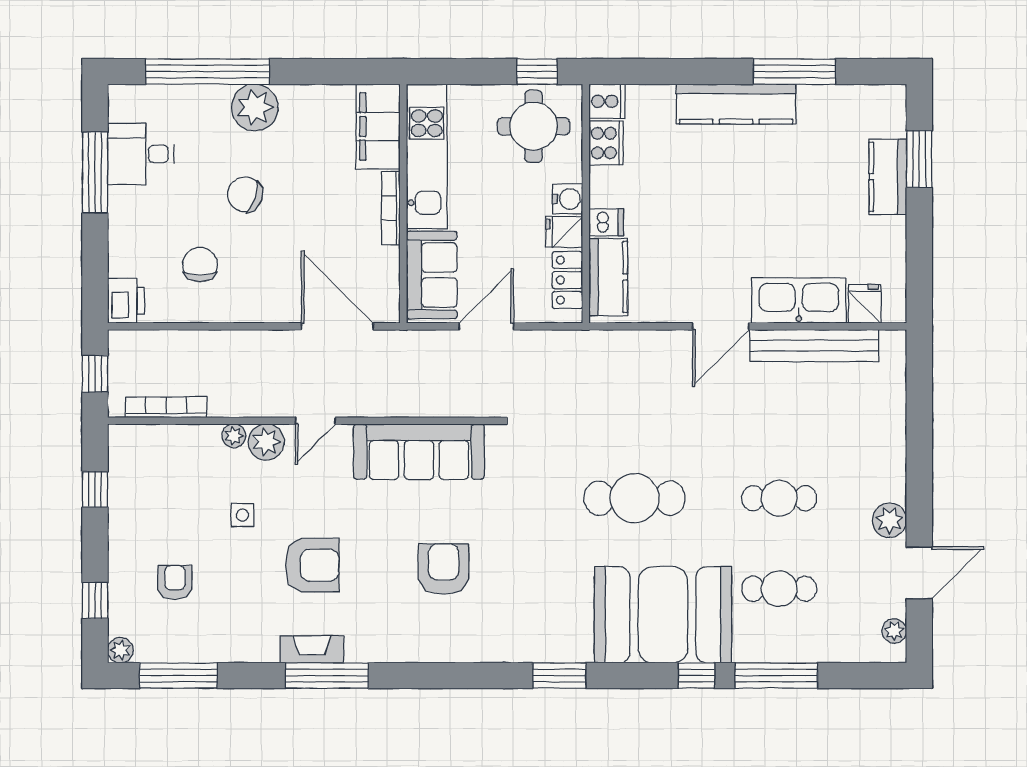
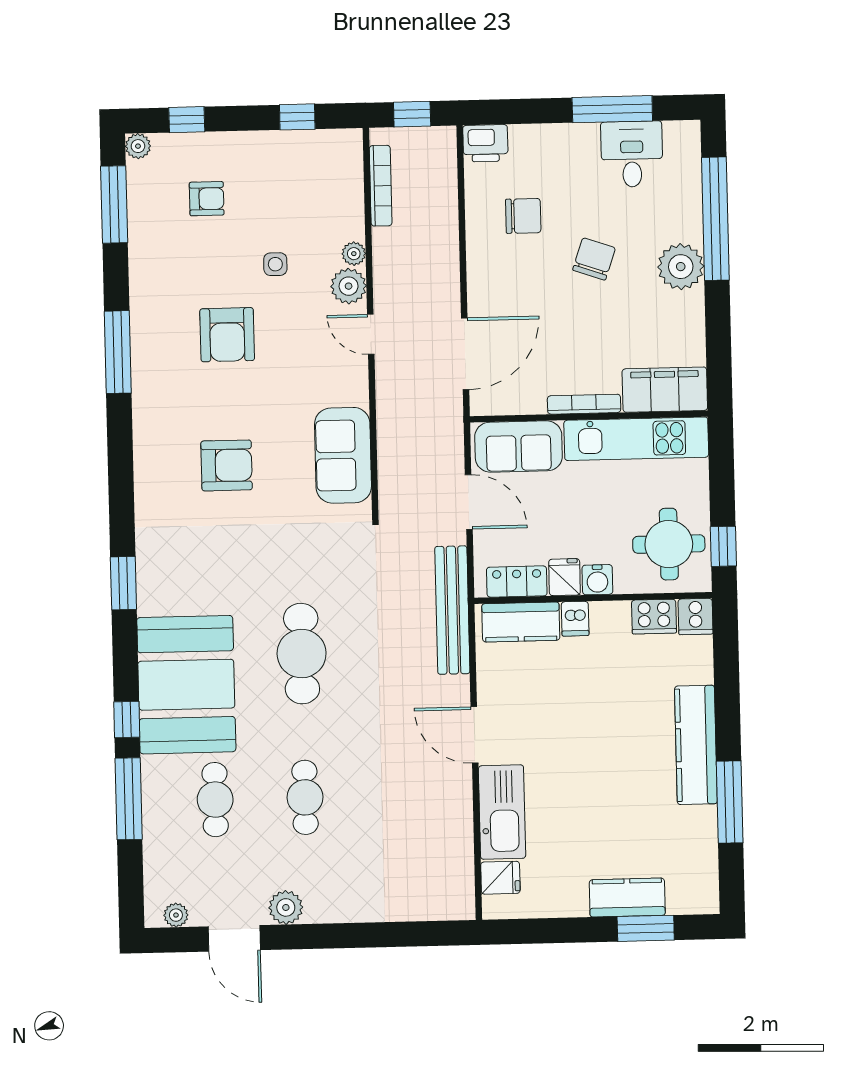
bench: (814, 346) -> (452, 610), moved
sofa: (419, 452) -> (343, 455), width x0.73
fireplace: (312, 649) -> (143, 336), removed

